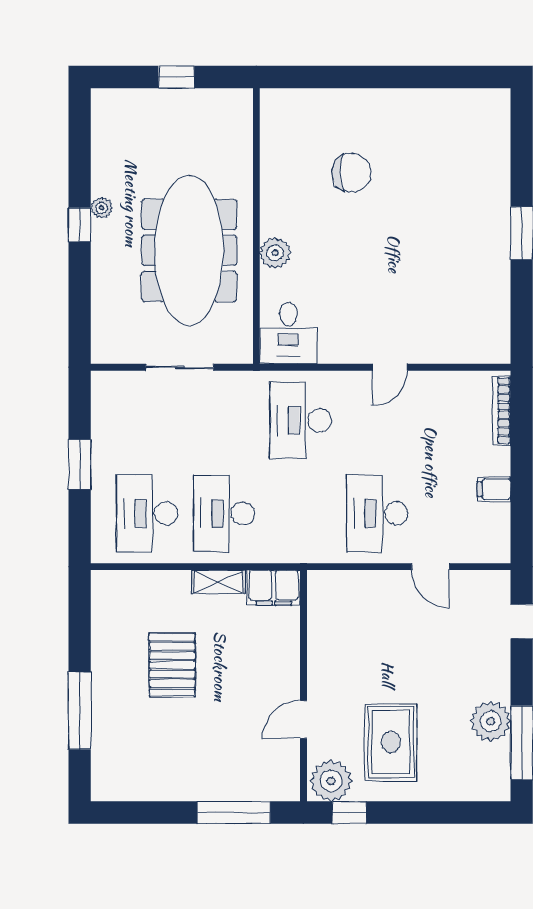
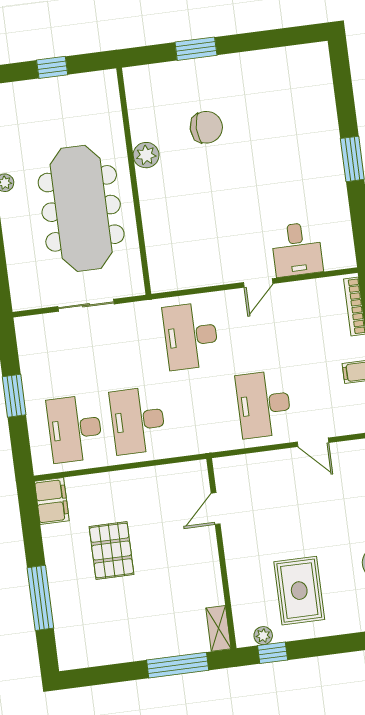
window: (351, 77) -> (196, 49), added
plant: (275, 253) -> (146, 155), moved
desk: (288, 333) -> (297, 249), moved
shelving: (218, 582) -> (218, 628), moved, turned 90
filing cabinet: (274, 588) -> (52, 501), moved, turned -90
door: (303, 719) -> (216, 509), moved
plant: (331, 781) -> (263, 636), width x0.53, depth x0.53

